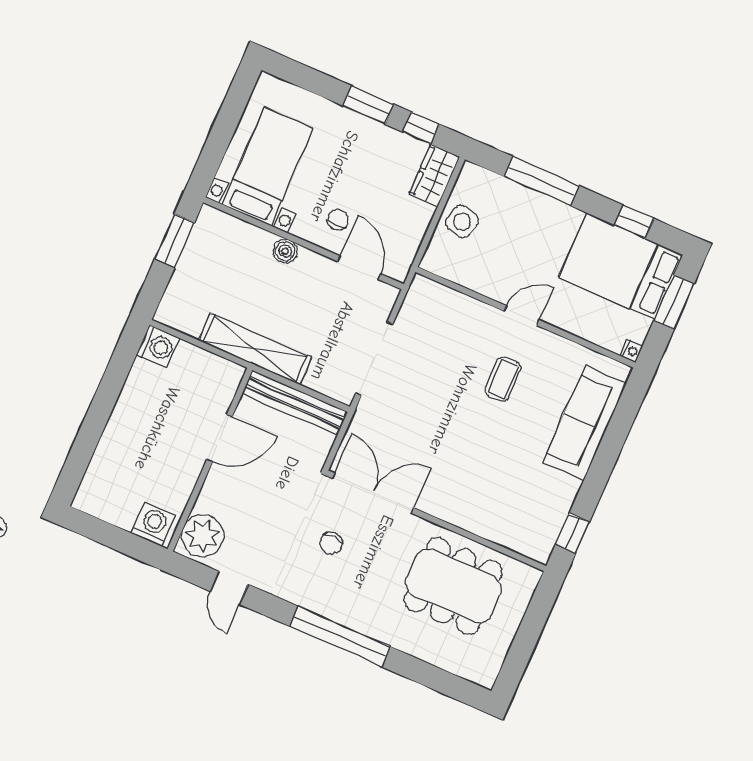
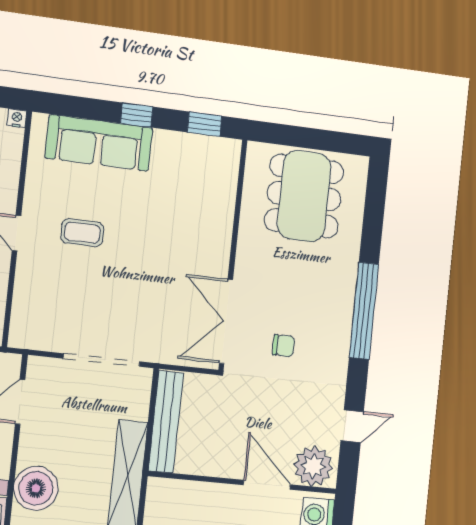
boiler: (285, 251) -> (36, 488), width x1.86, depth x1.86
door: (220, 438) -> (267, 485), moved
window: (601, 469) -> (137, 115), added
dining table: (453, 586) -> (304, 196), moved

